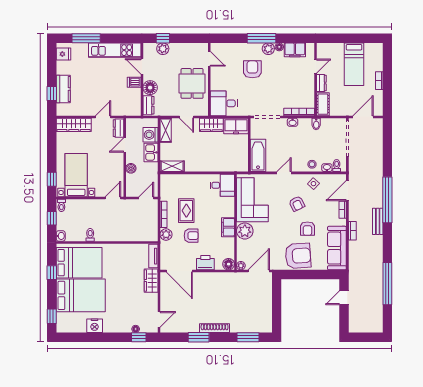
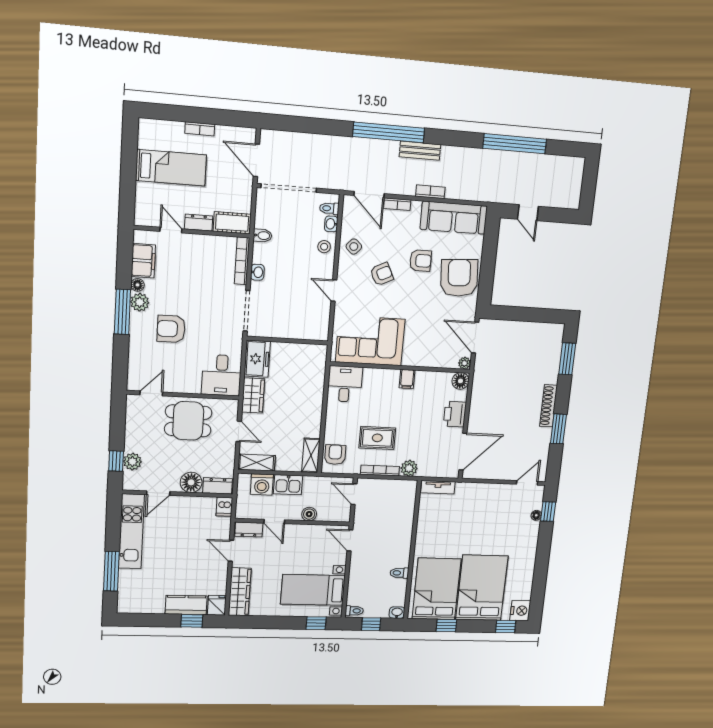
fridge: (63, 54) -> (217, 605), moved
dishwasher: (134, 82) -> (224, 507), moved
door: (187, 117) -> (239, 431), hinge flipped
bathtub: (258, 155) -> (304, 328), removed
filing cabinet: (228, 227) -> (407, 379), width x0.50
plant: (245, 231) -> (415, 355), removed
armchair: (191, 236) -> (335, 455), moved
wardrobe: (151, 281) -> (472, 492), removed
door: (159, 319) -> (527, 483), hinge flipped
nightstand: (95, 326) -> (520, 611), moved

